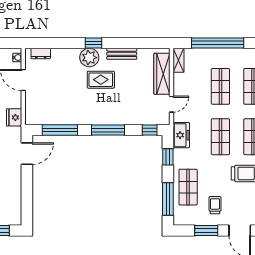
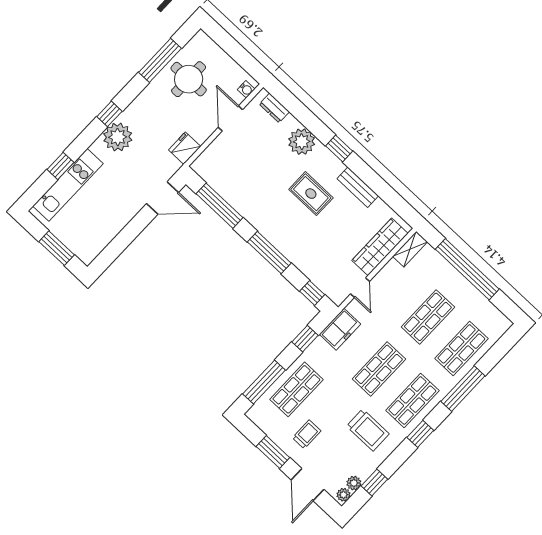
plant: (89, 58) -> (302, 142), moved
door: (171, 104) -> (360, 288), hinge flipped

